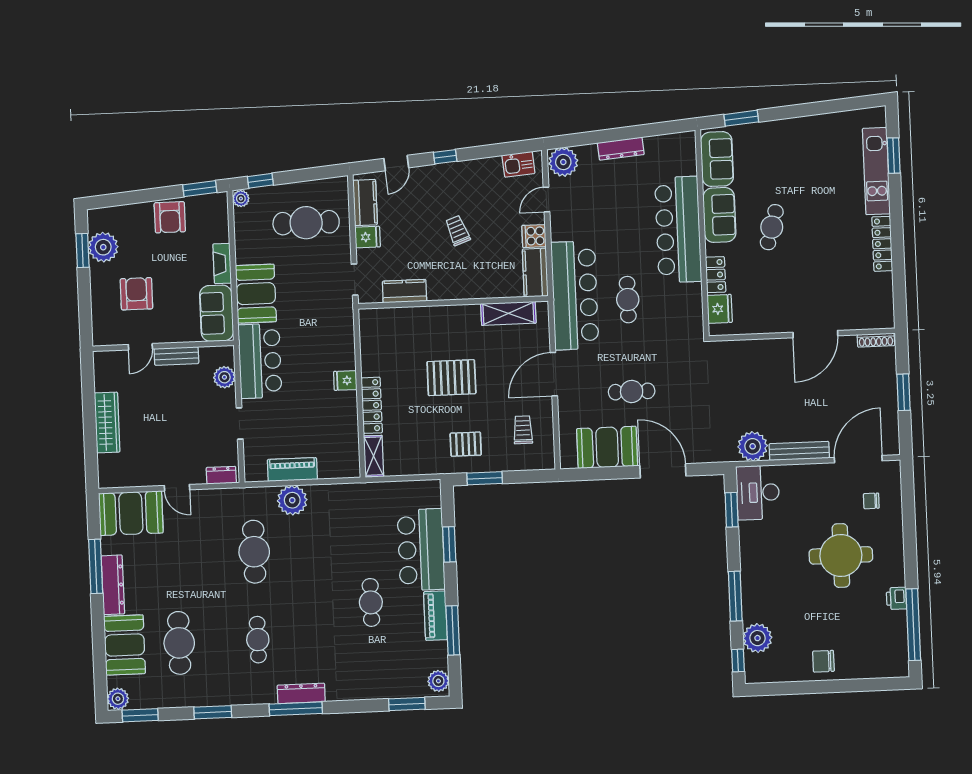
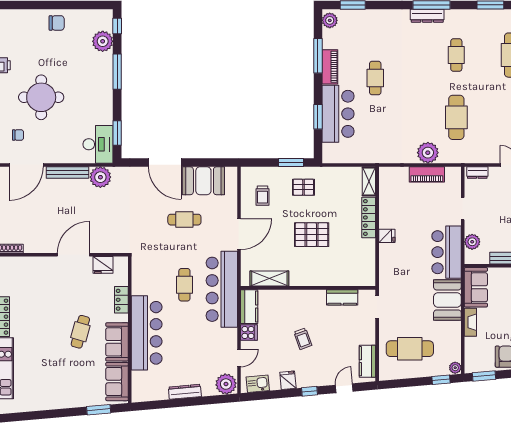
fridge: (368, 237) -> (288, 380), moved, turned 85
fridge: (720, 309) -> (103, 265), moved, turned -90
door: (815, 334) -> (73, 255), moved

